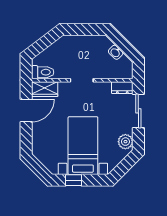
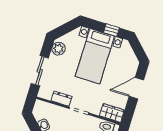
dresser: (122, 88) -> (62, 99), moved
door: (26, 111) -> (136, 88), moved

